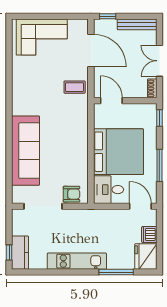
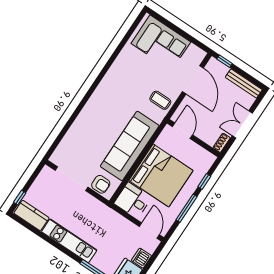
window: (159, 118) -> (204, 181), moved
sofa: (26, 151) -> (130, 146), moved, turned 180
kitchen counter: (20, 253) -> (31, 216), moved, turned -90

